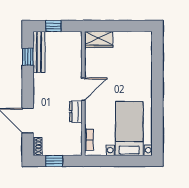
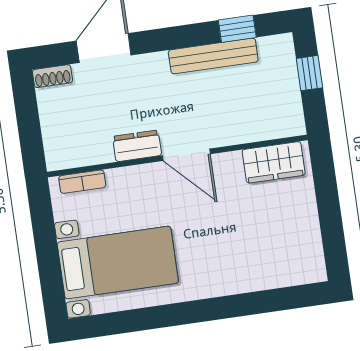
wardrobe: (99, 39) -> (274, 162), moved, turned -90
bench: (39, 52) -> (213, 56), moved
window: (54, 161) -> (27, 115), removed

